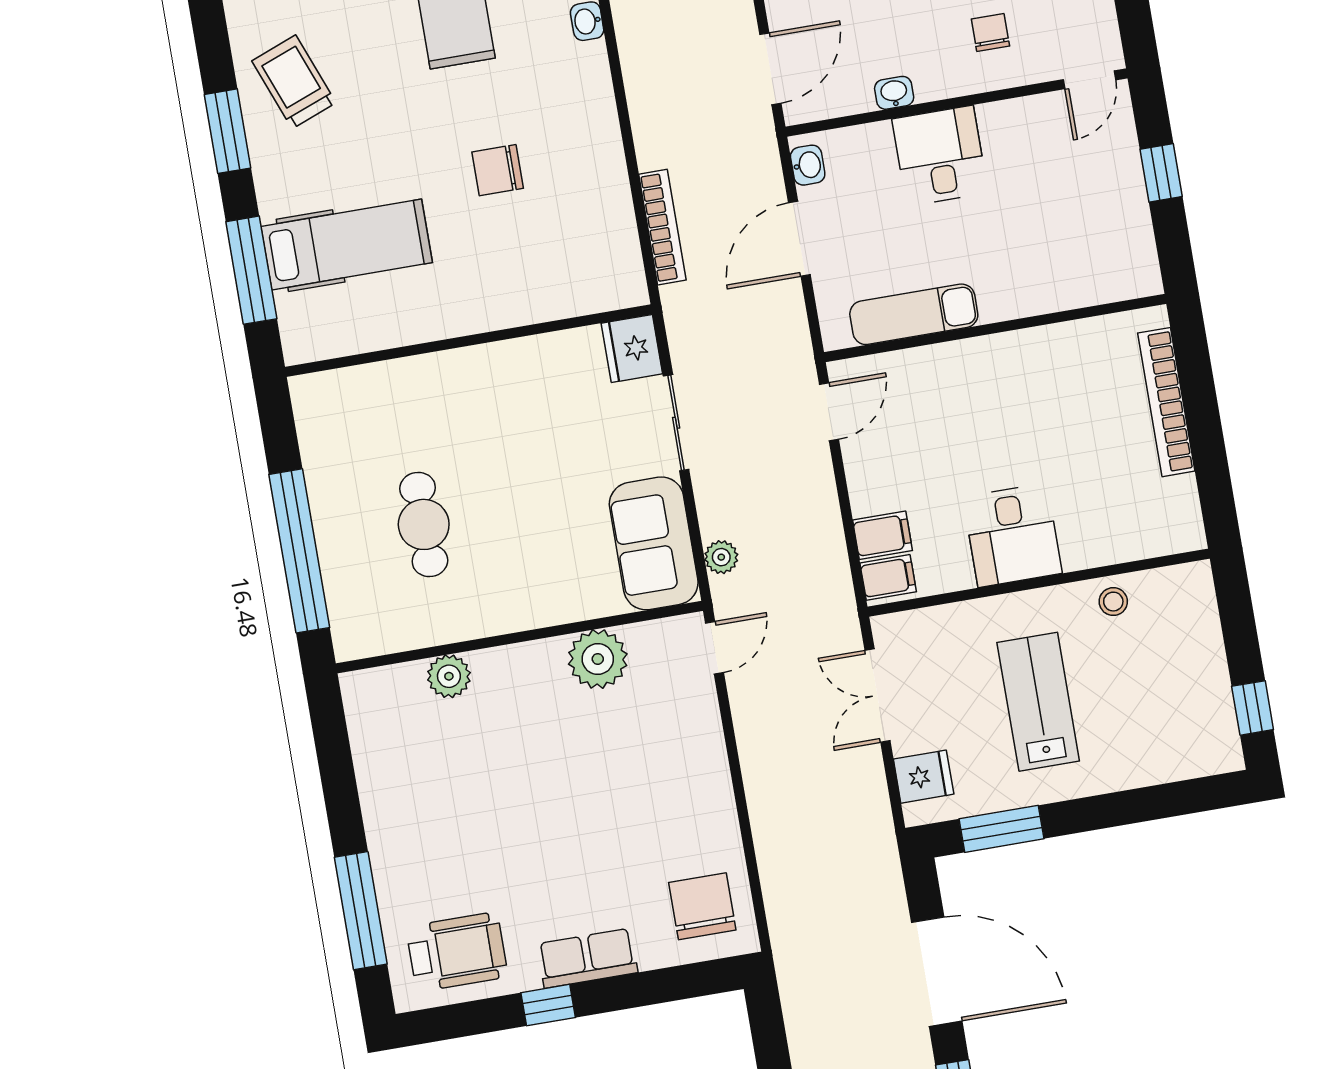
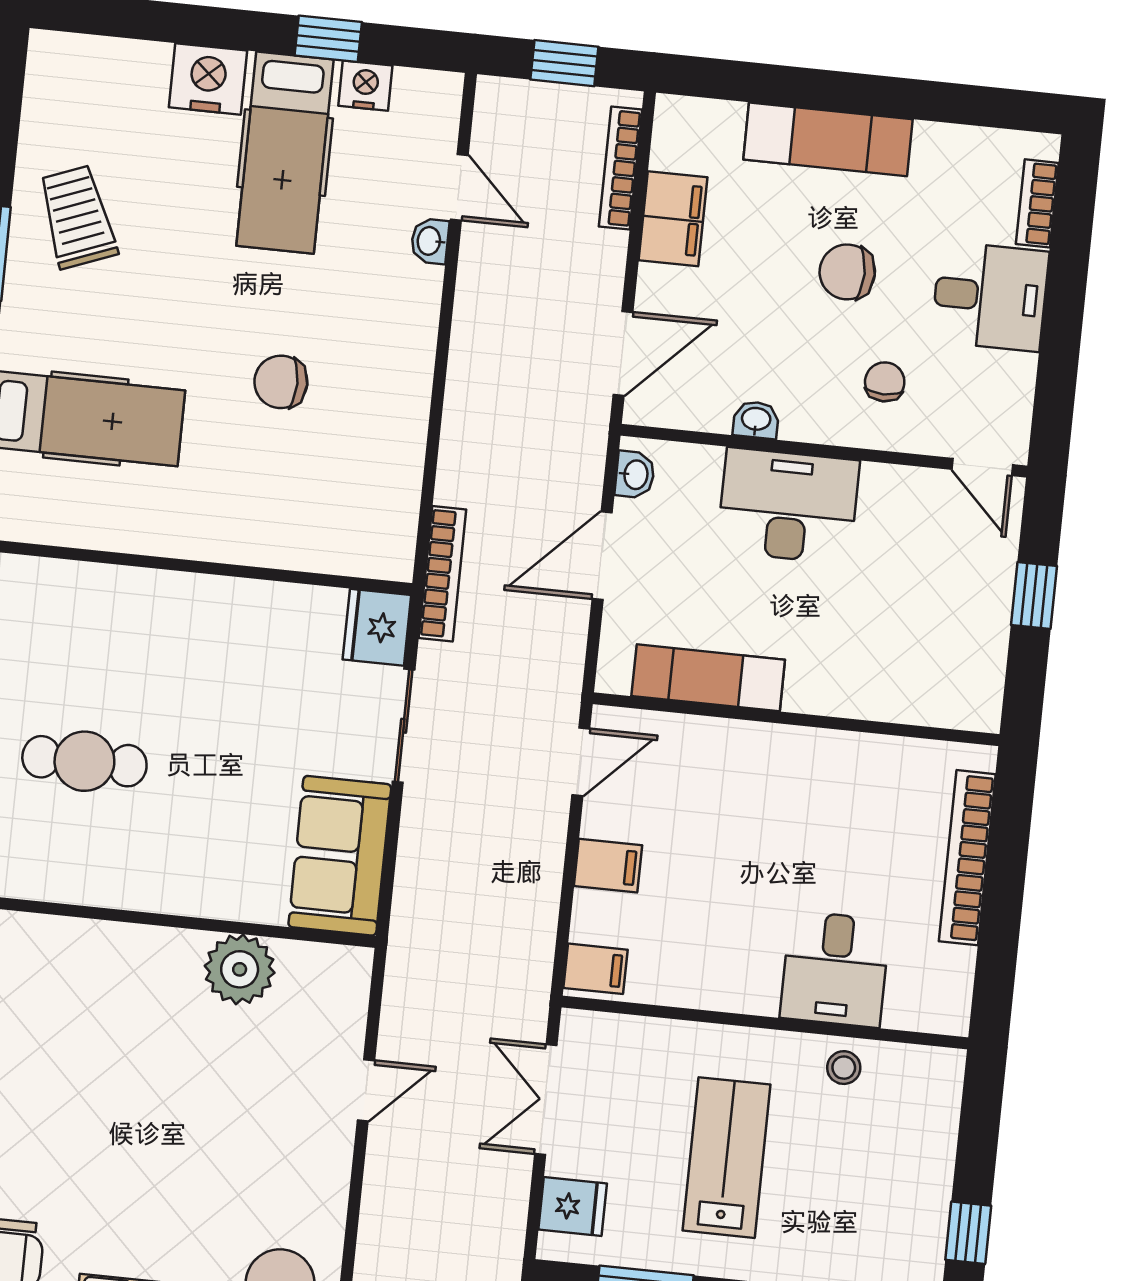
door: (1089, 80) -> (982, 467), hinge flipped
desk: (940, 156) -> (788, 506), width x1.37
bookcase: (662, 227) -> (442, 574), moved
cafe table: (424, 524) -> (84, 761), turned 90
filing cabinet: (882, 535) -> (608, 866), moved
desk: (1013, 535) -> (835, 969), moved
plant: (721, 557) -> (412, 893), removed
door: (715, 648) -> (366, 1090), moved
plant: (449, 676) -> (65, 942), removed

